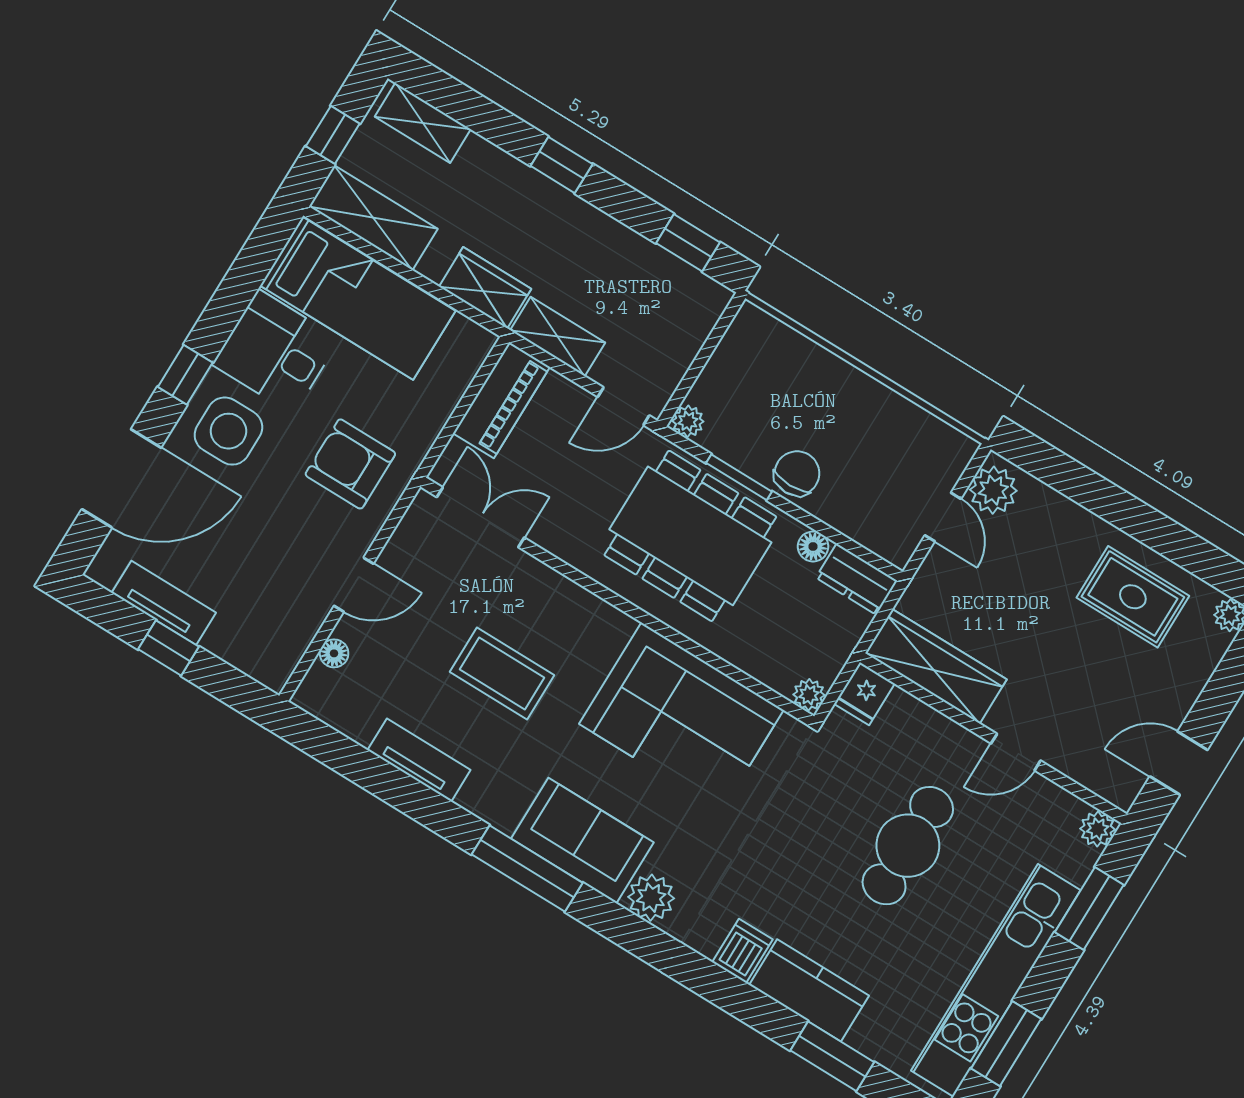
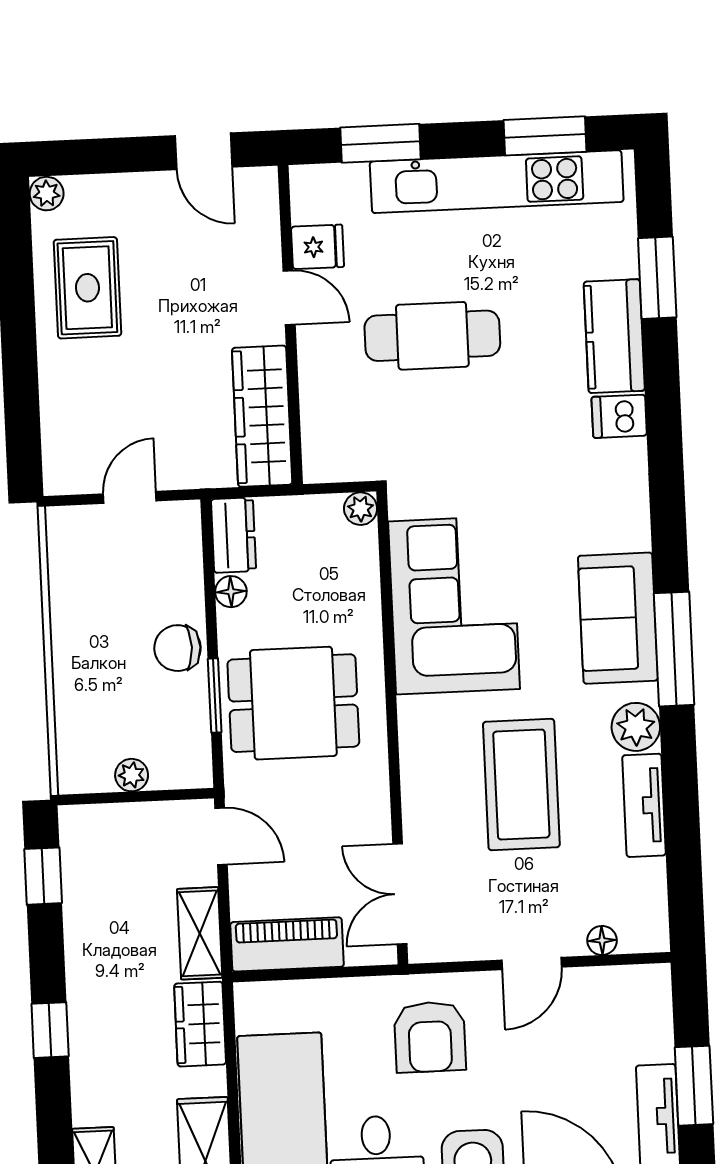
plant: (688, 421) -> (132, 775), moved
plant: (993, 490) -> (77, 470), removed
dining table: (690, 536) -> (293, 703), width x0.73
door: (354, 585) -> (532, 964), swing flipped
window: (168, 648) -> (694, 1086), width x1.50
coffee table: (502, 674) -> (521, 785), width x1.36, depth x1.32
fridge: (864, 694) -> (318, 247), moved
plant: (1098, 829) -> (307, 183), removed
plant: (651, 898) -> (636, 727), moved

